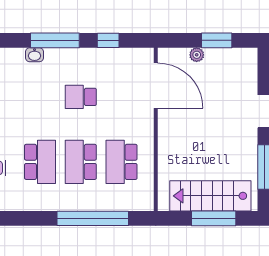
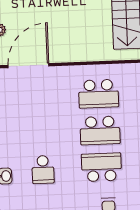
school desk: (81, 97) -> (43, 170), moved

